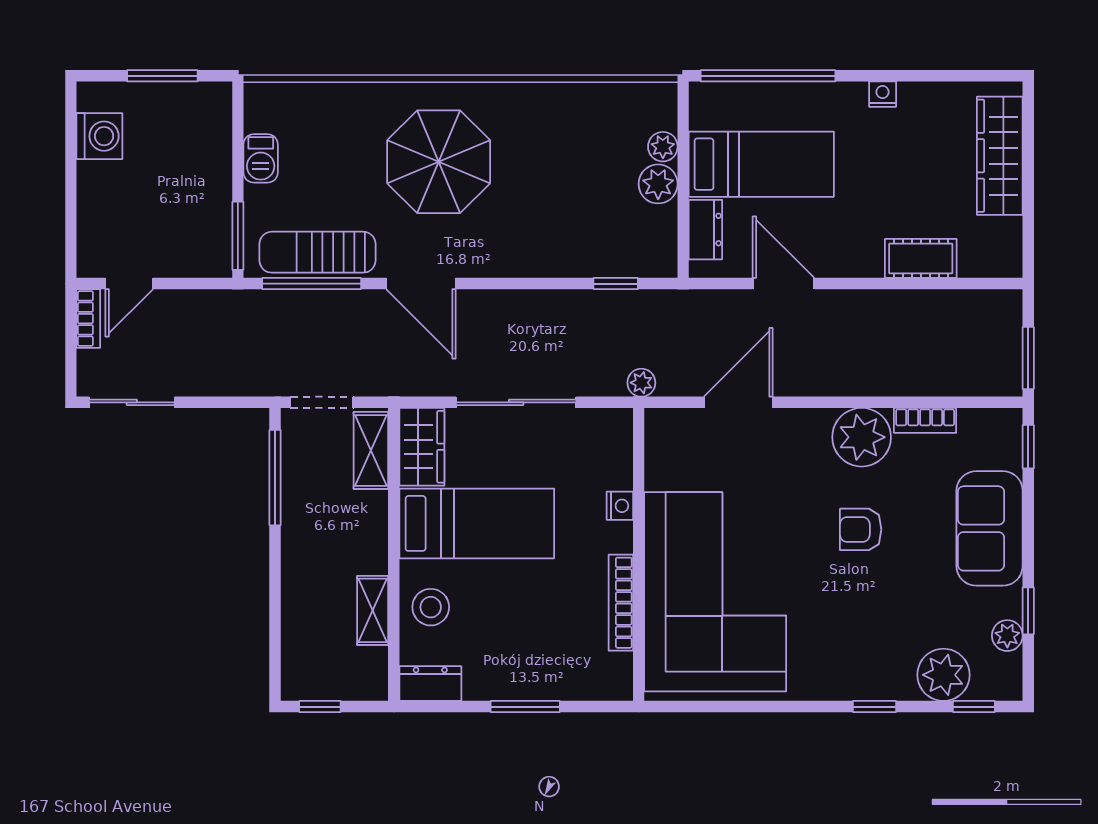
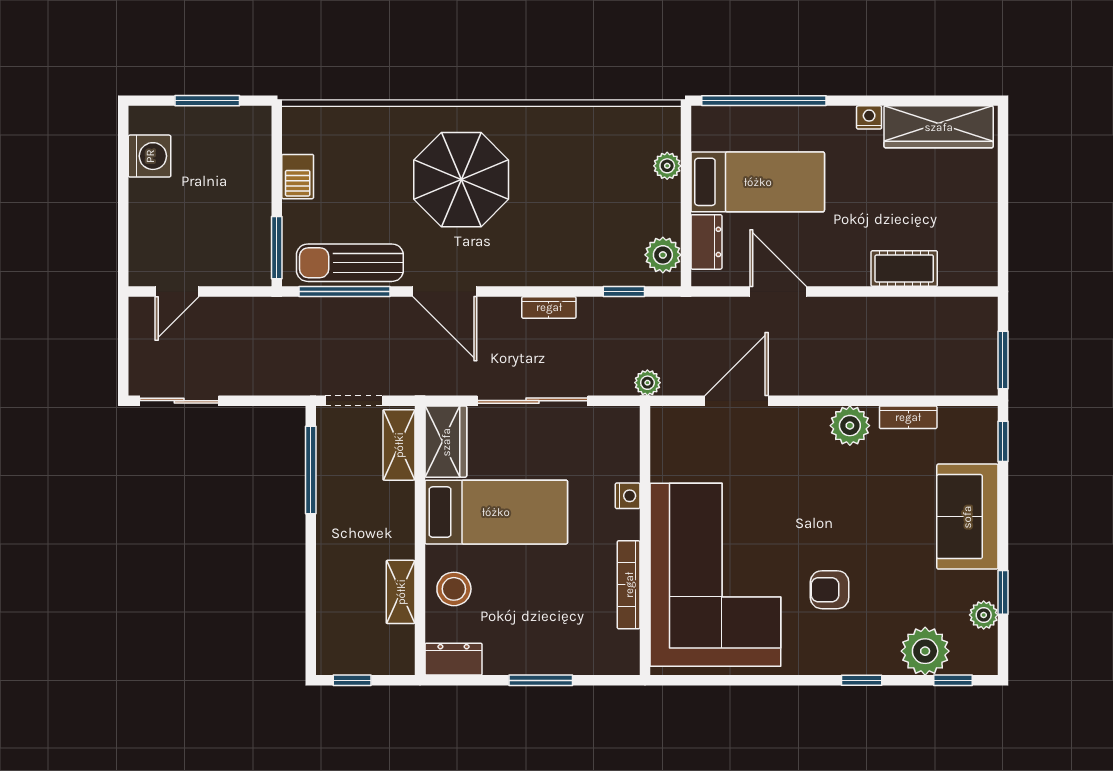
wardrobe: (1000, 156) -> (939, 127), moved, turned -90
plant: (658, 184) -> (663, 255), moved
bookcase: (88, 319) -> (549, 307), moved, turned 90
plant: (862, 437) -> (850, 426), width x0.73, depth x0.73
armchair: (861, 529) -> (830, 590), moved

